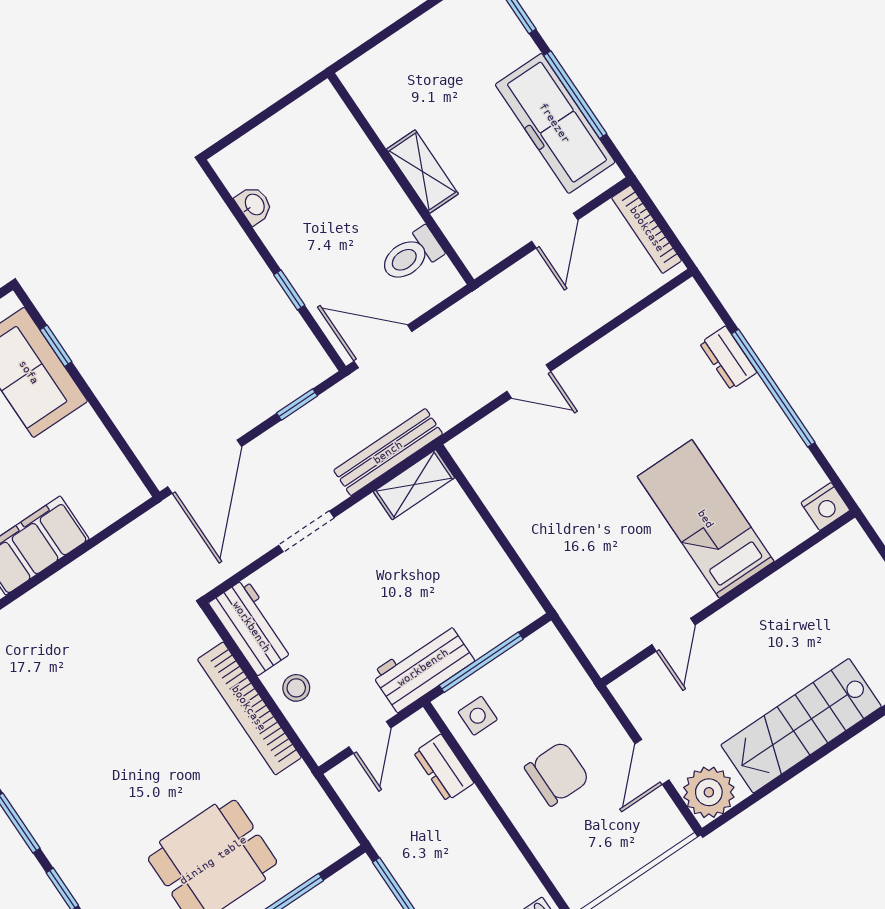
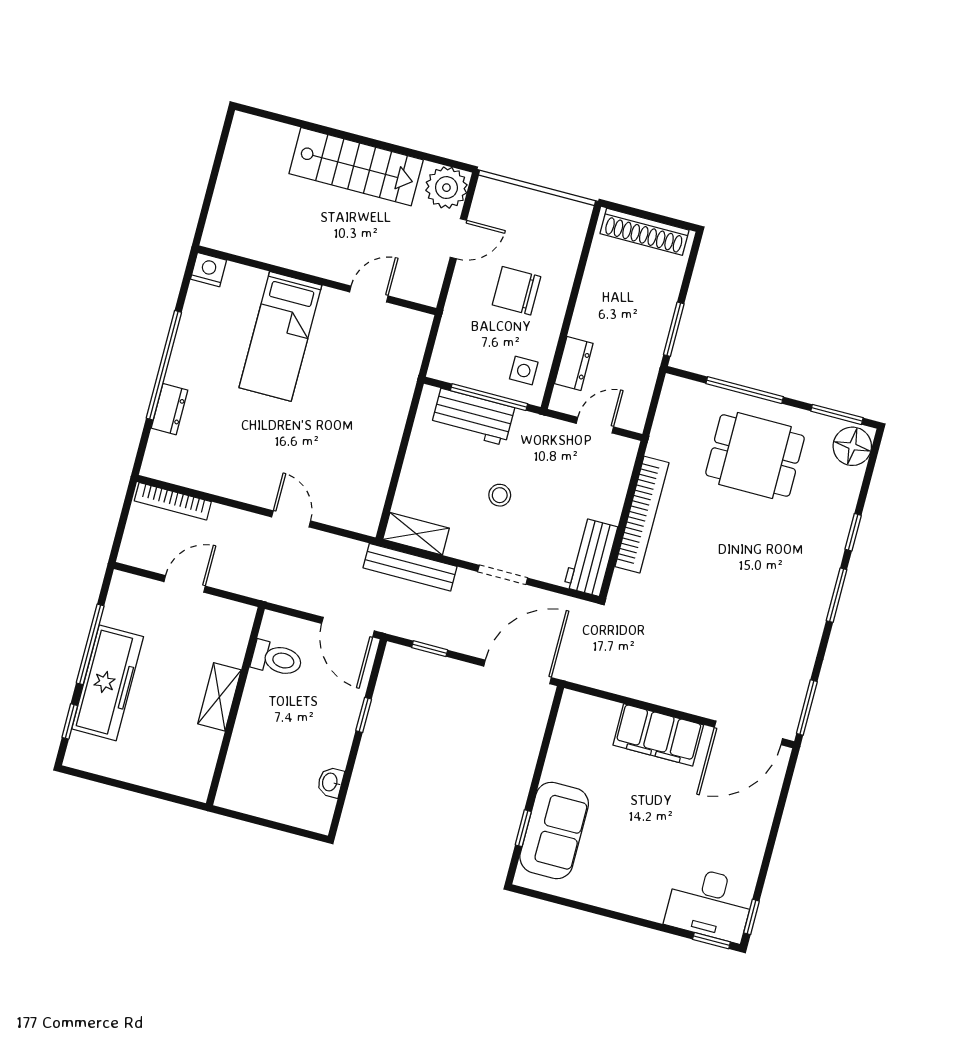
freezer: (555, 123) -> (108, 683), moved
bookcase: (647, 229) -> (173, 501), moved, turned 90
workbench: (423, 667) -> (473, 417), moved
stool: (296, 688) -> (500, 495), moved

